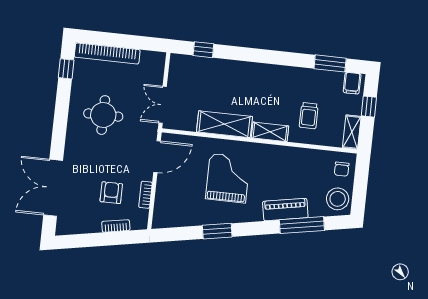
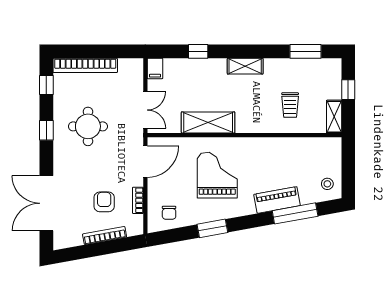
window: (203, 50) -> (198, 51), moved
filing cabinet: (352, 83) -> (155, 68), moved
double door: (163, 105) -> (145, 110), swing flipped
window: (61, 114) -> (46, 130), added
shelving: (270, 132) -> (245, 66), moved
chair: (342, 169) -> (169, 213), moved
stool: (338, 199) -> (327, 184), width x0.53, depth x0.53
bookcase: (116, 226) -> (105, 235), width x1.56

